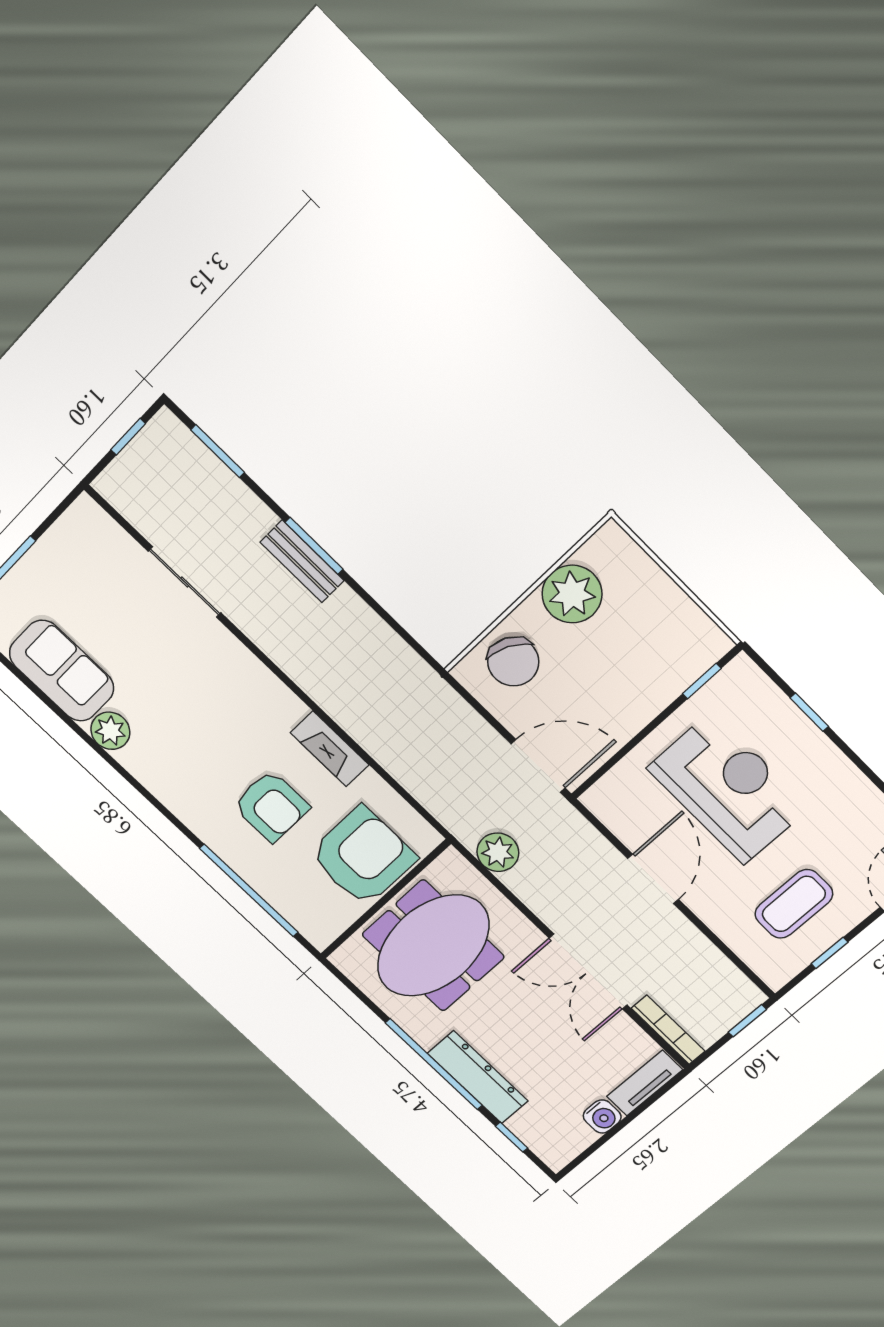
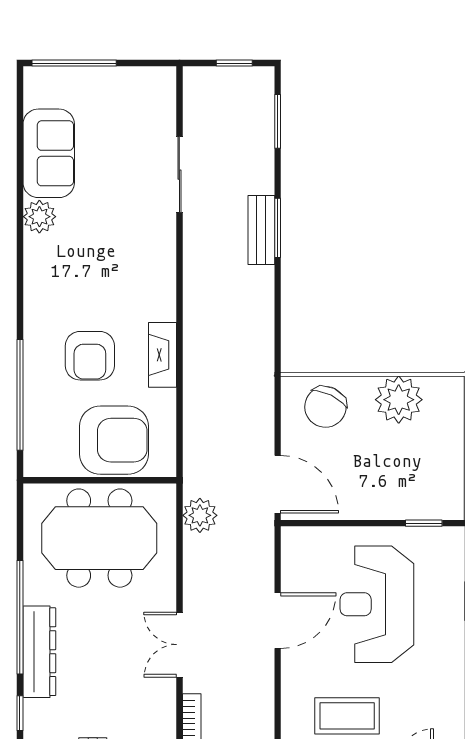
reception desk: (728, 788) -> (377, 604), turned 180
double door: (588, 972) -> (179, 645), width x0.73

